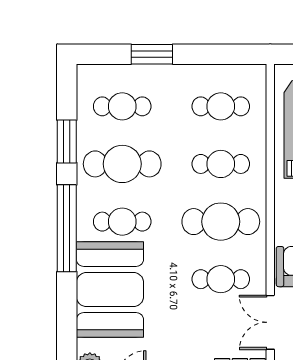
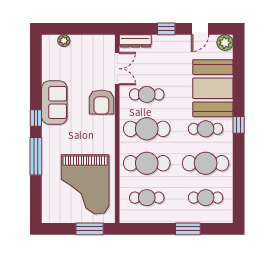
window: (67, 141) -> (239, 177), removed
cafe table: (221, 164) -> (147, 163), width x1.37, depth x1.35
window: (67, 228) -> (239, 125), width x0.32

